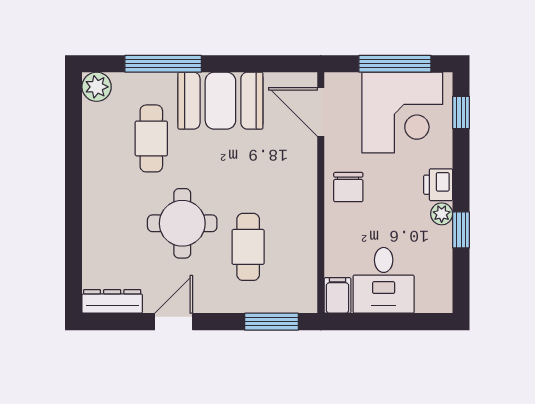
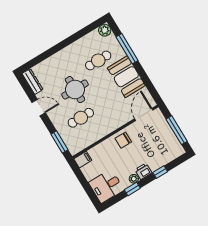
window: (461, 112) -> (160, 172), moved
corner desk: (402, 113) -> (161, 143), removed
desk: (384, 280) -> (106, 186), moved

